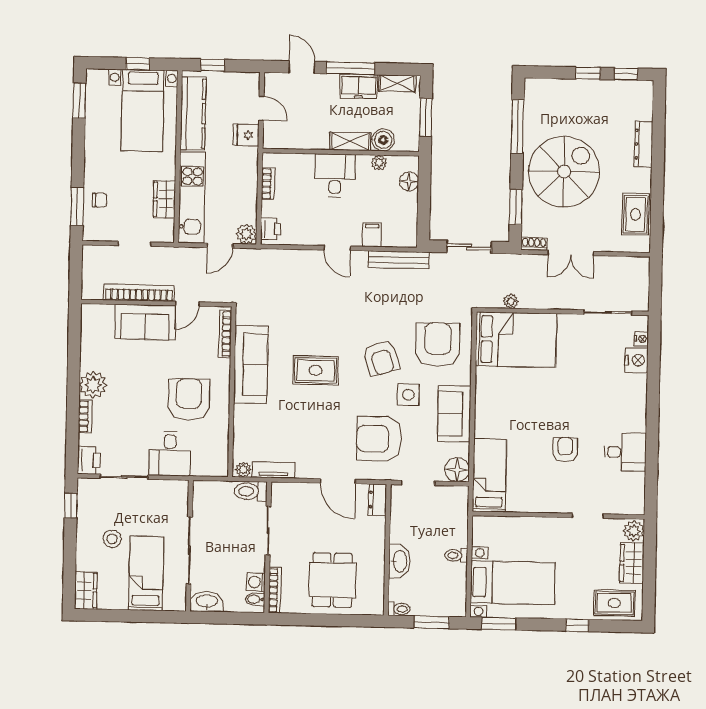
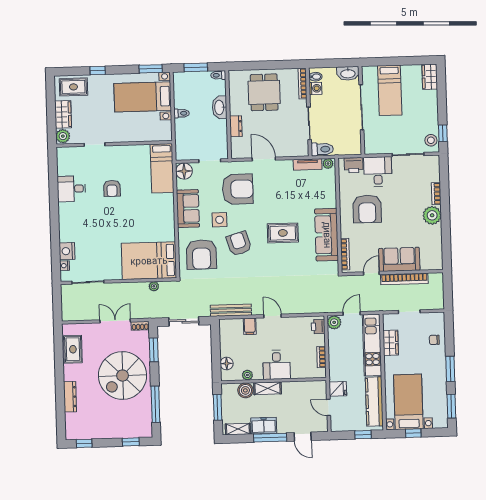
window: (588, 73) -> (131, 442), moved
window: (77, 207) -> (450, 369), moved
printer: (89, 460) -> (354, 165), moved, turned -90
dresser: (378, 500) -> (236, 126), moved
stool: (112, 539) -> (431, 140), moved

